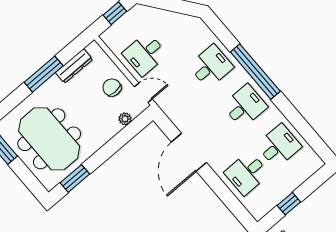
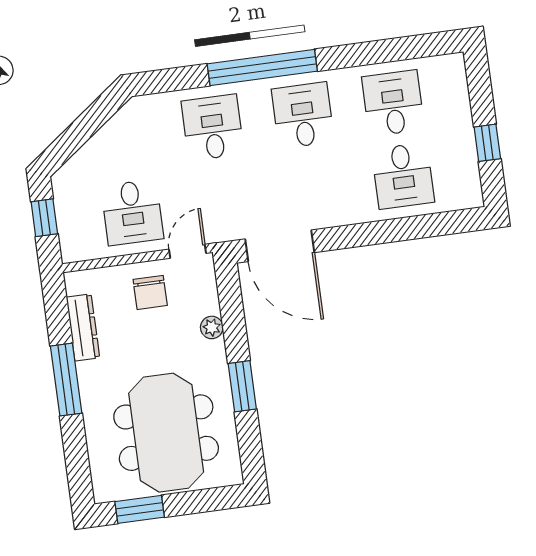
chair: (112, 88) -> (150, 292), turned -90
plant: (125, 119) -> (212, 327), moved
meeting table: (49, 139) -> (166, 433), turned 90
door: (189, 152) -> (280, 246), moved
window: (75, 178) -> (242, 386), moved

